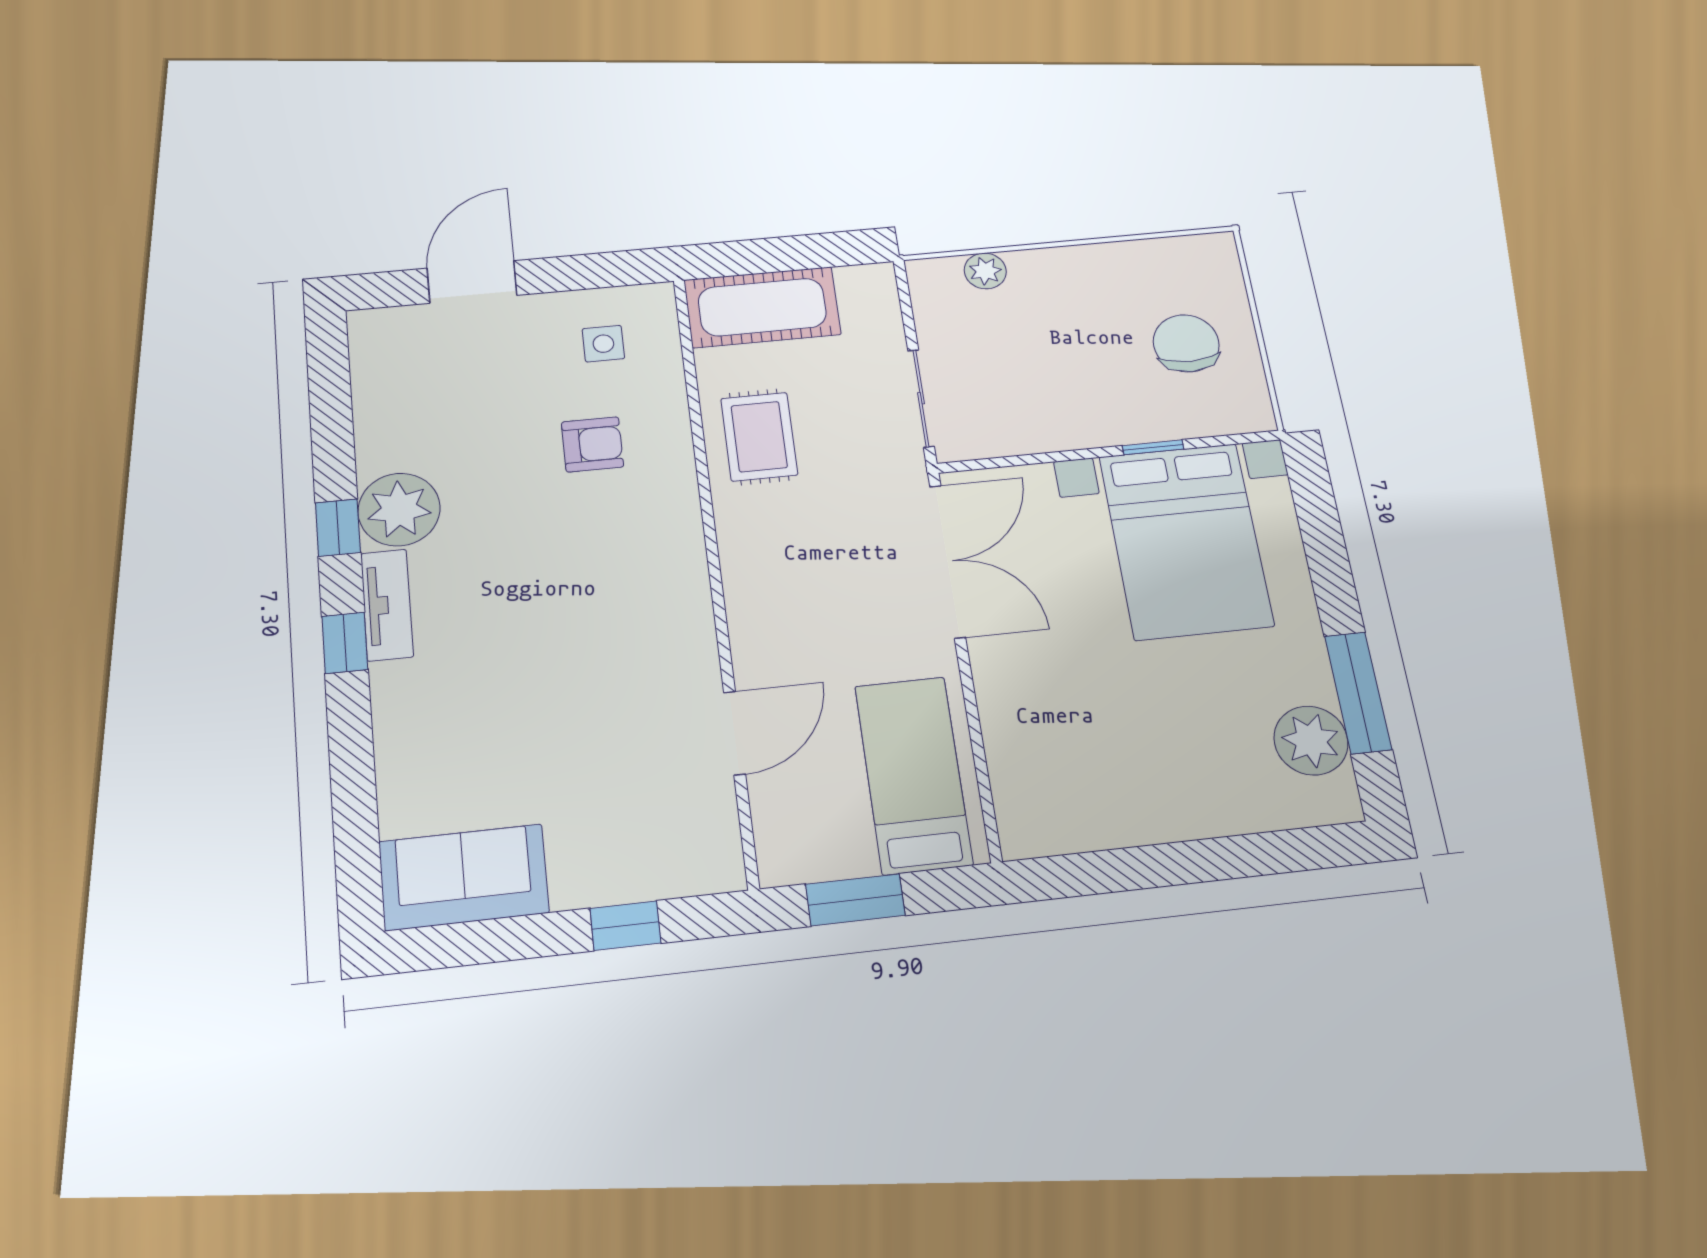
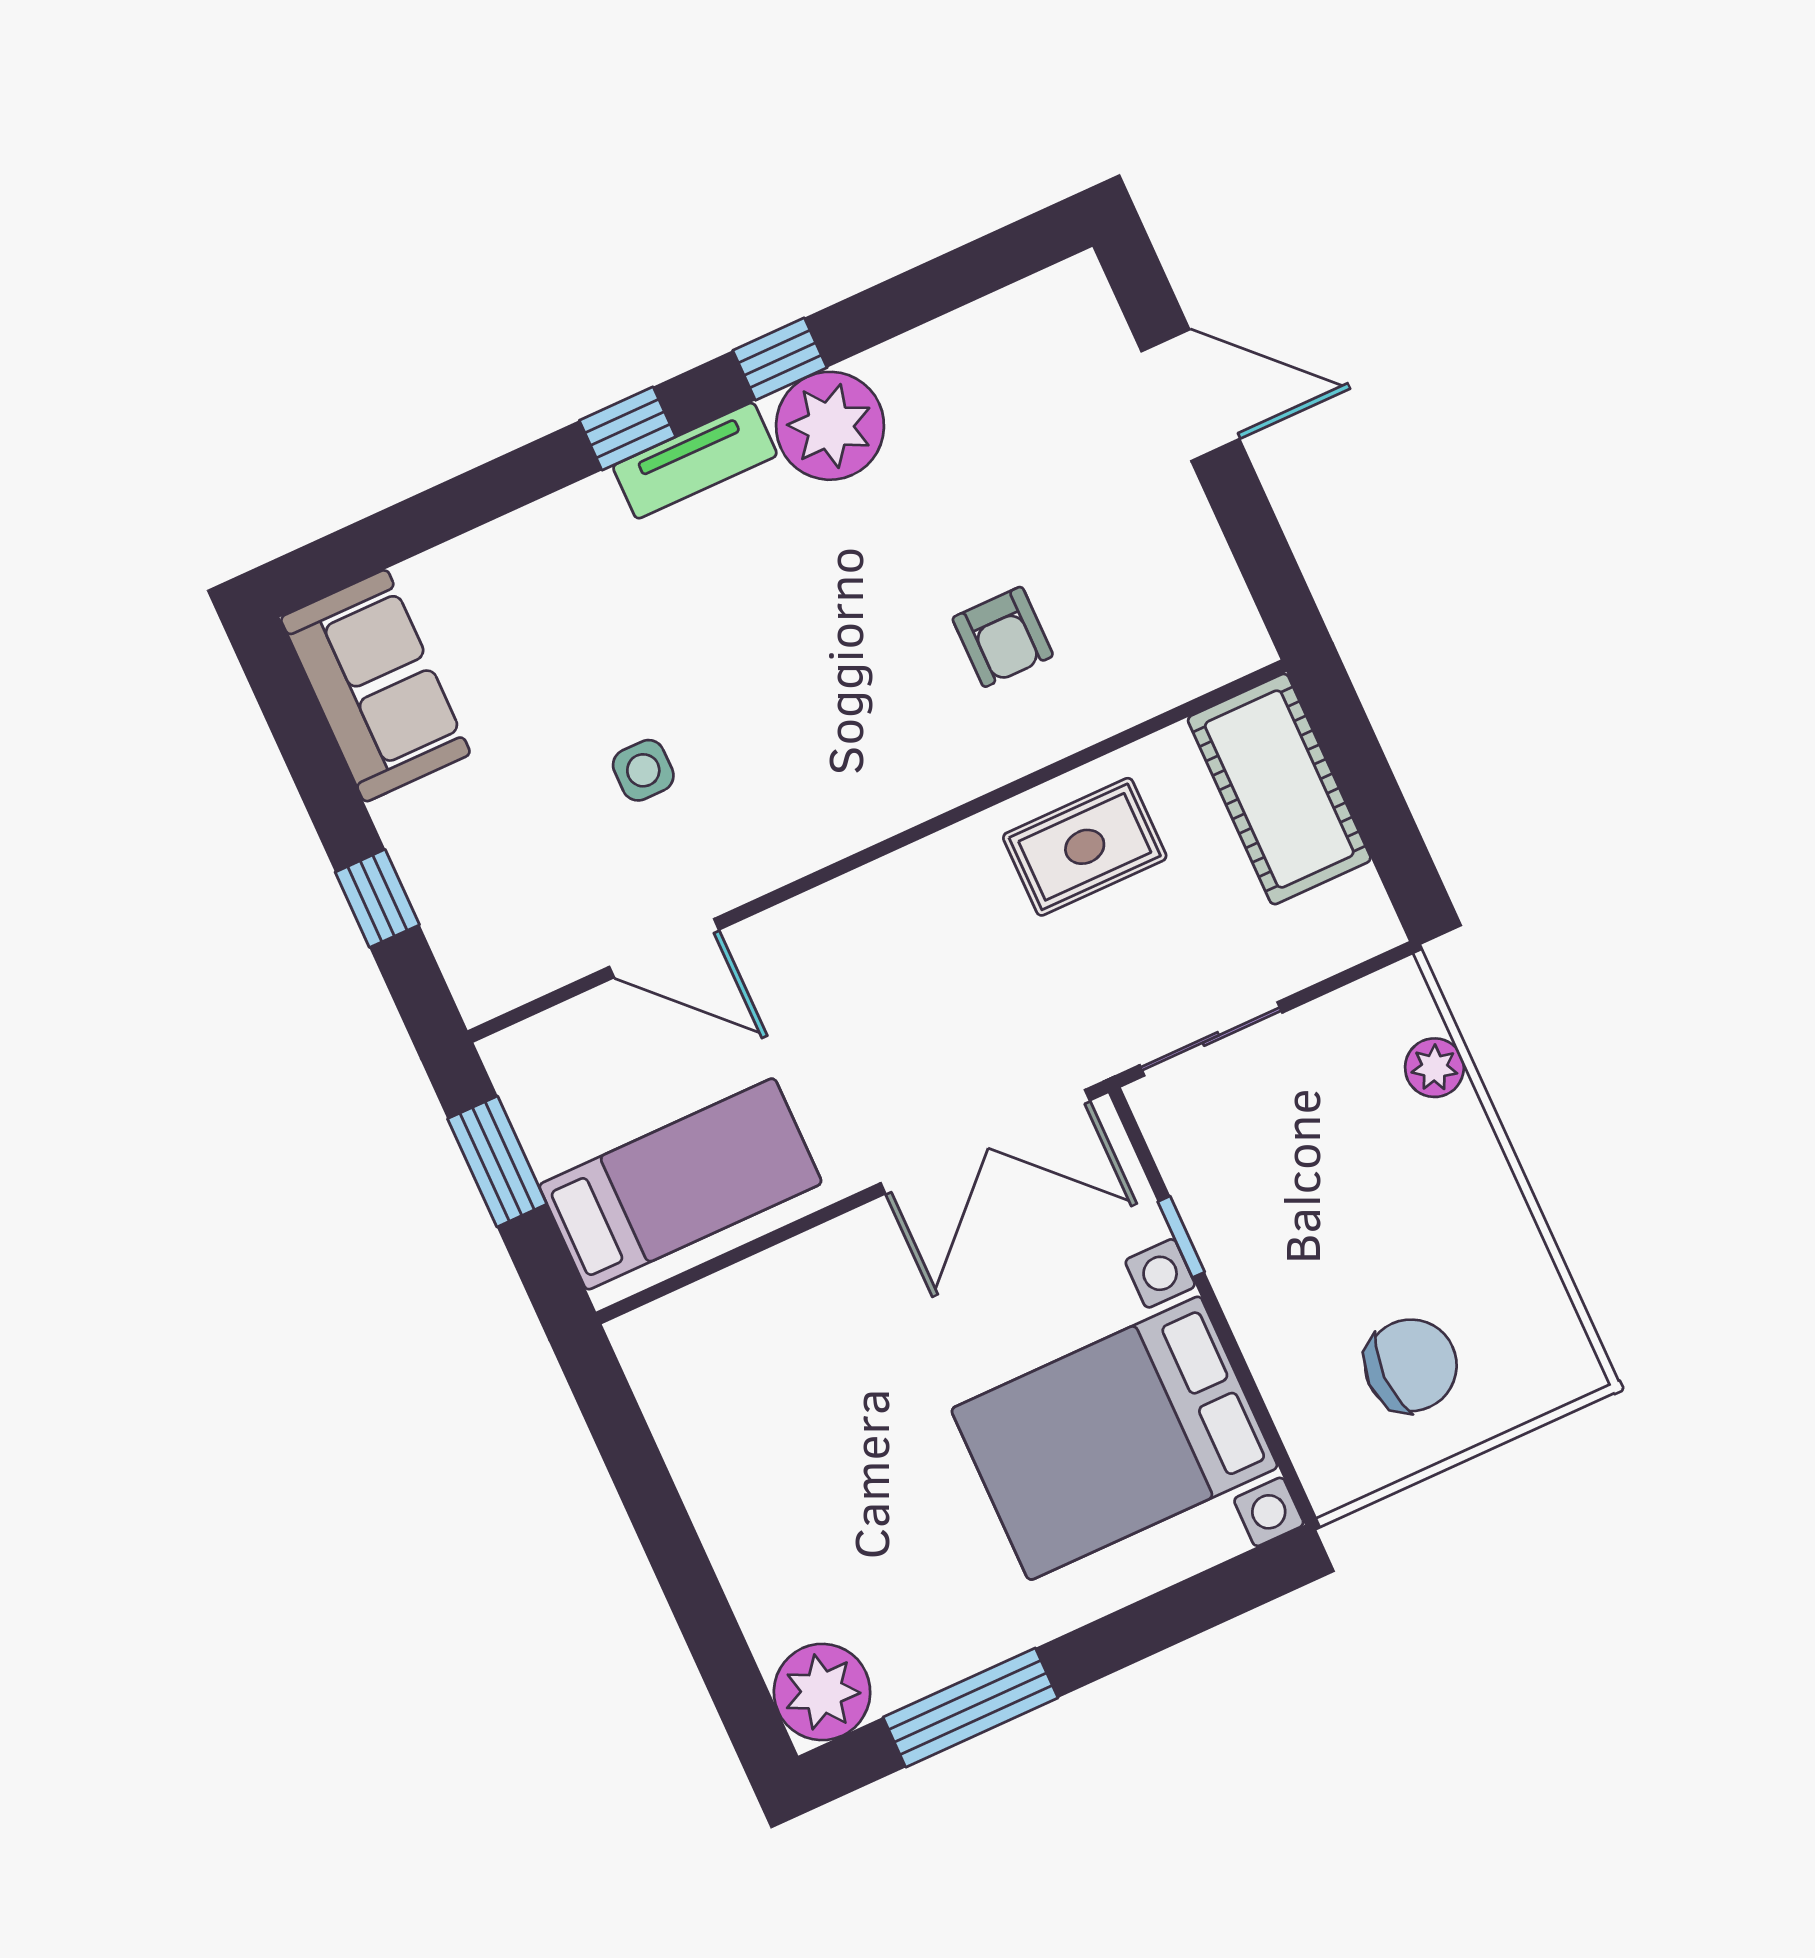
side table: (603, 344) -> (643, 770), moved
window: (1153, 447) -> (1181, 1237), moved
plant: (1311, 740) -> (822, 1692), moved

